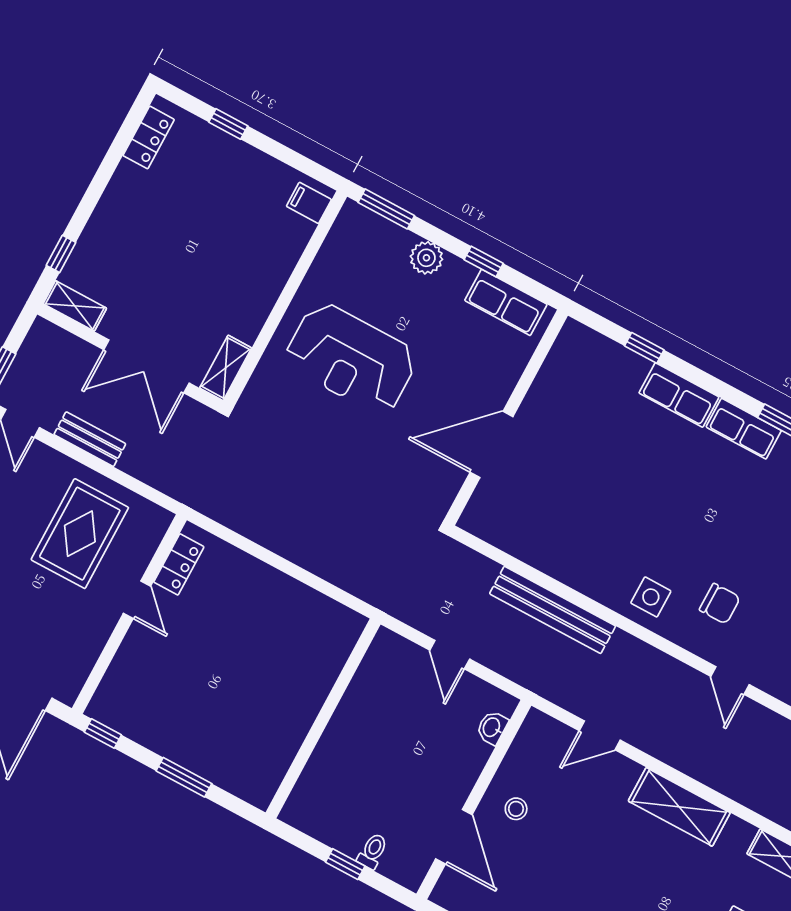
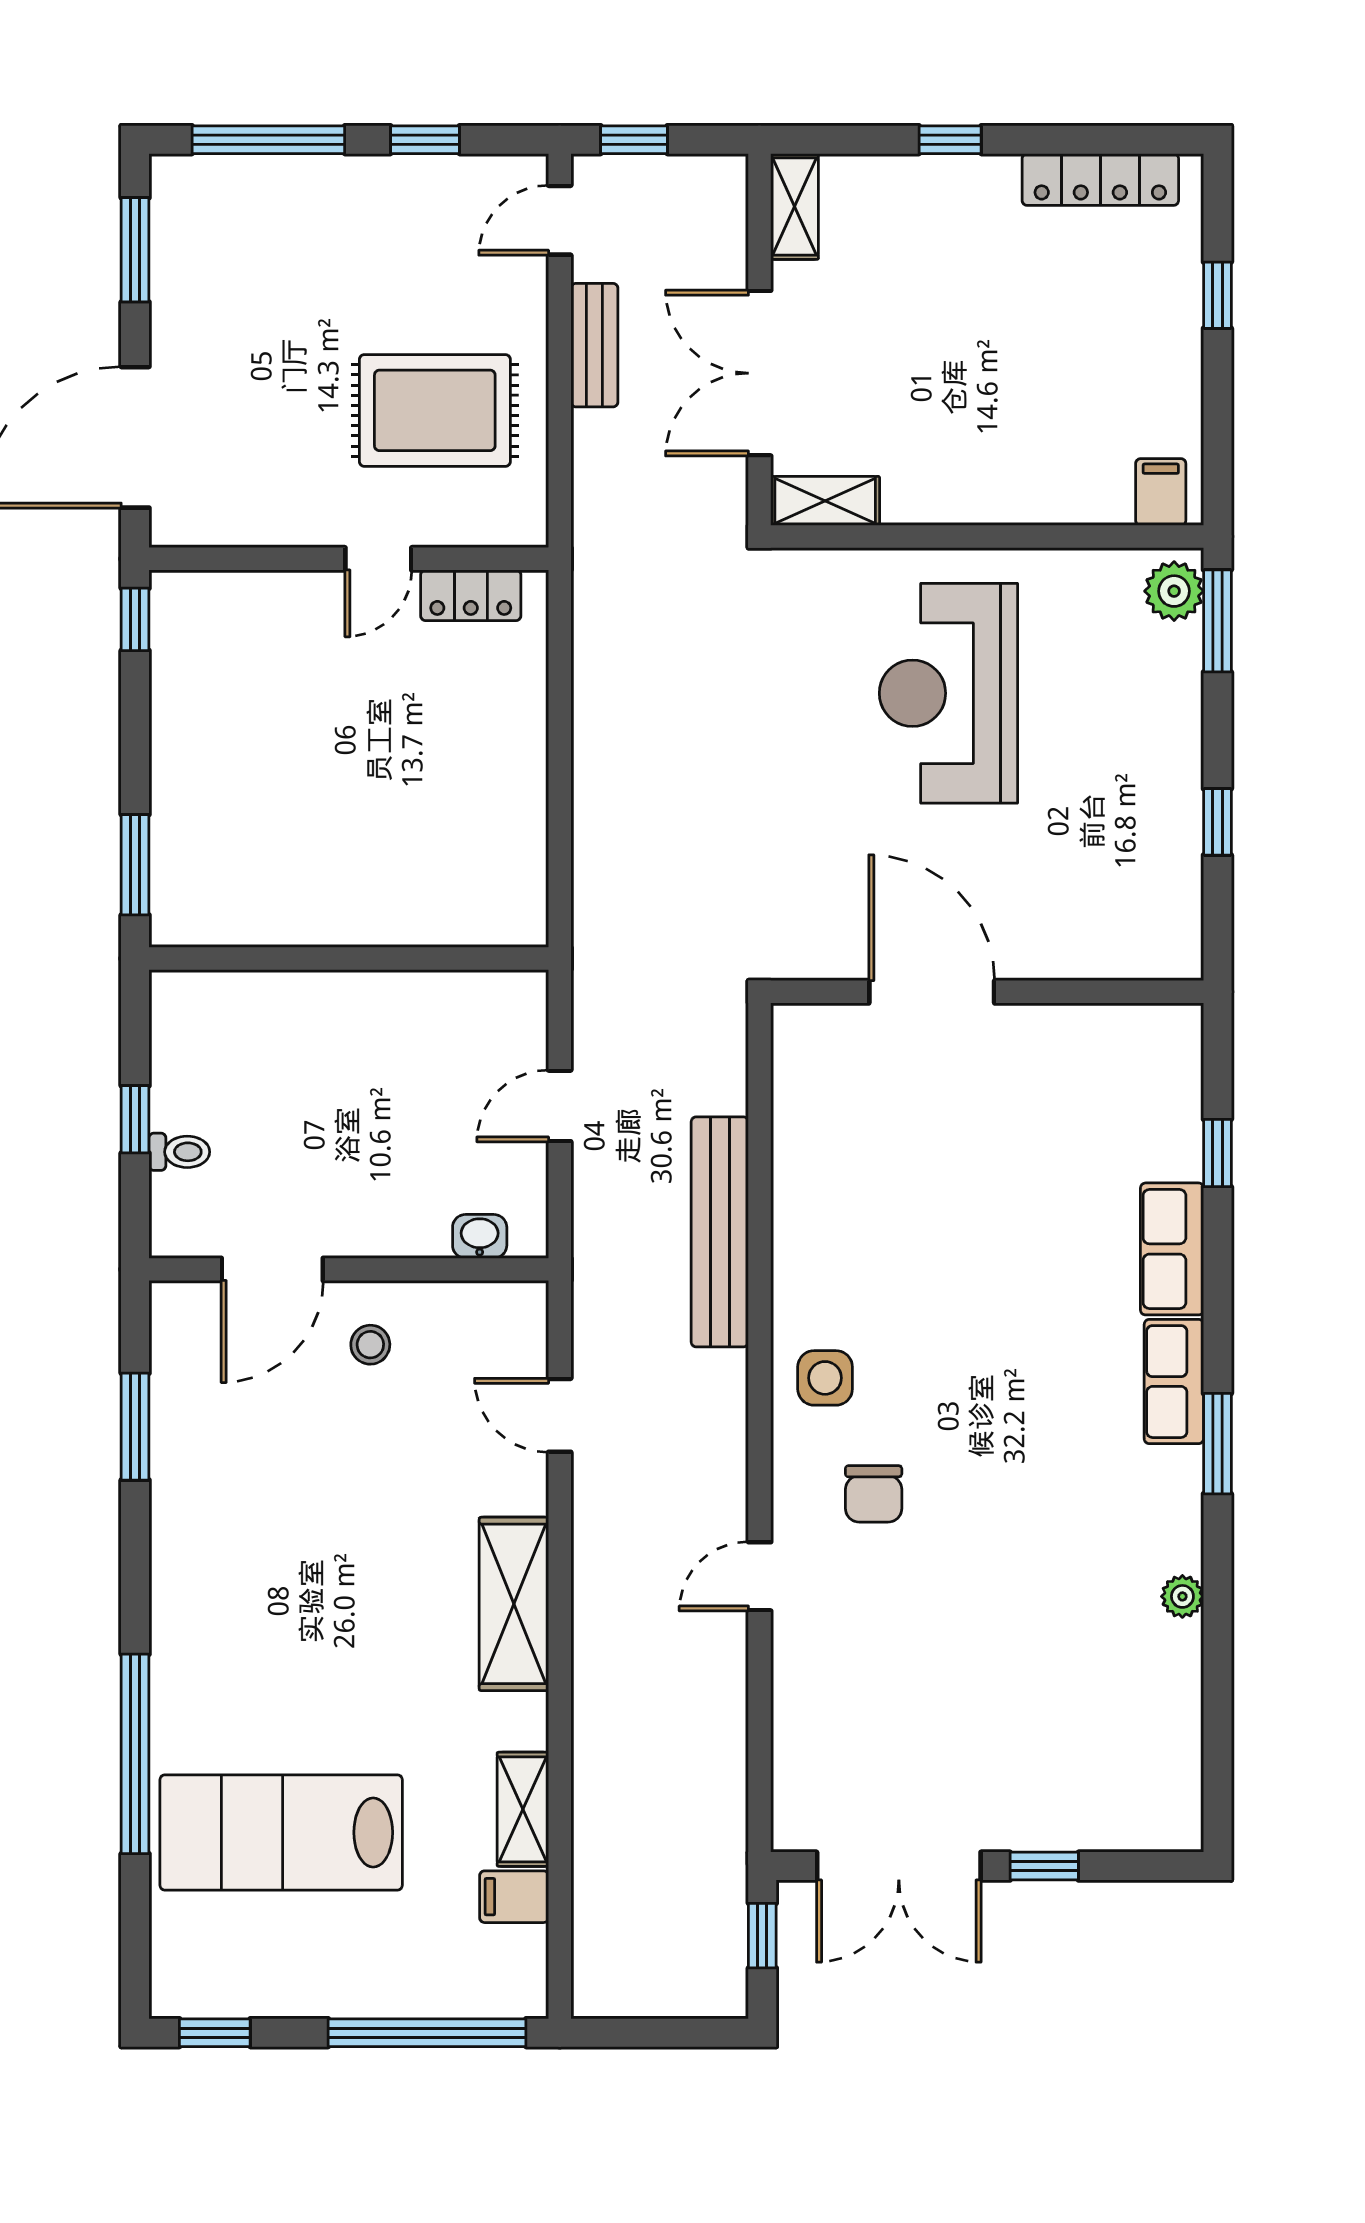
locker: (149, 137) -> (1100, 179), width x1.53
window: (61, 254) -> (950, 140), moved
plant: (426, 258) -> (1174, 591), moved
row of seats: (506, 302) -> (1171, 892), removed
window: (184, 777) -> (135, 865), moved

